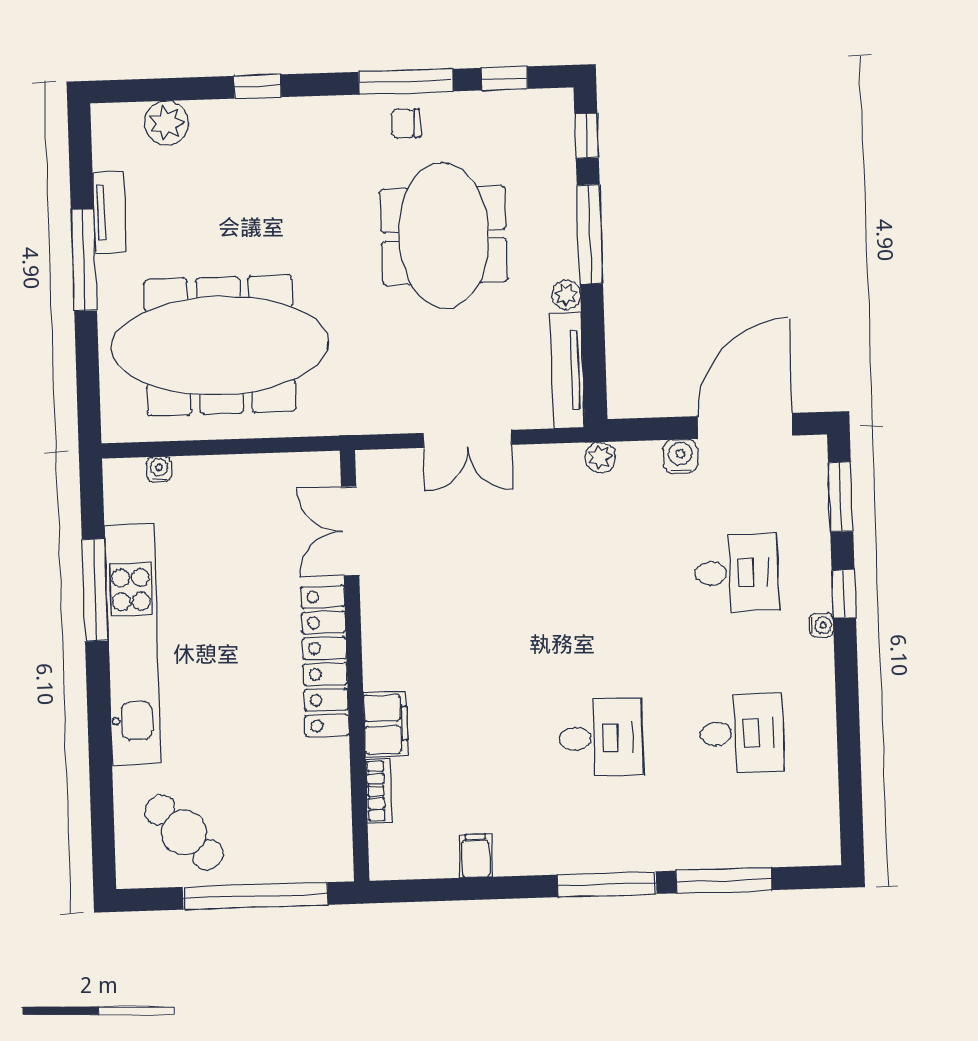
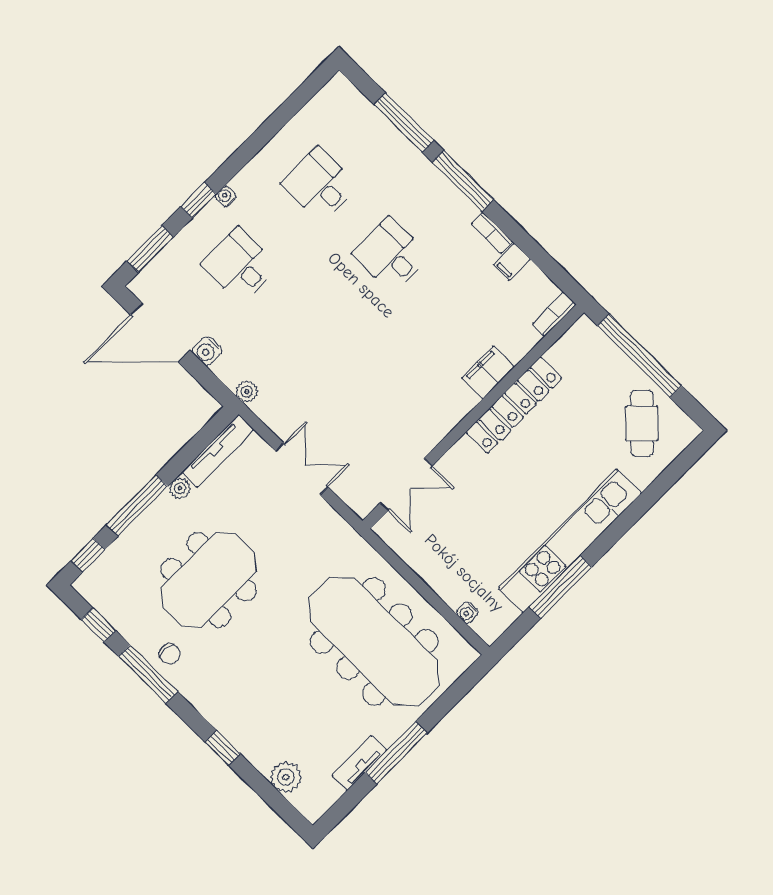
locker: (325, 661) -> (514, 405), moved
bookcase: (379, 791) -> (554, 314), moved
bookcase: (525, 864) -> (492, 233), added

